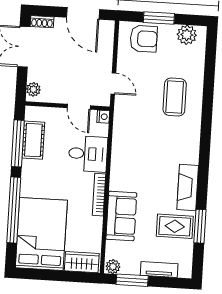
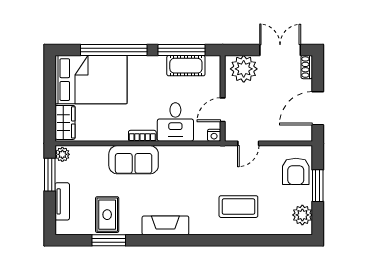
plant: (33, 89) -> (244, 69), width x1.87, depth x1.87
fireplace: (188, 188) -> (165, 225), moved
bookcase: (99, 195) -> (142, 136), width x0.64
sofa: (121, 216) -> (134, 160), moved

